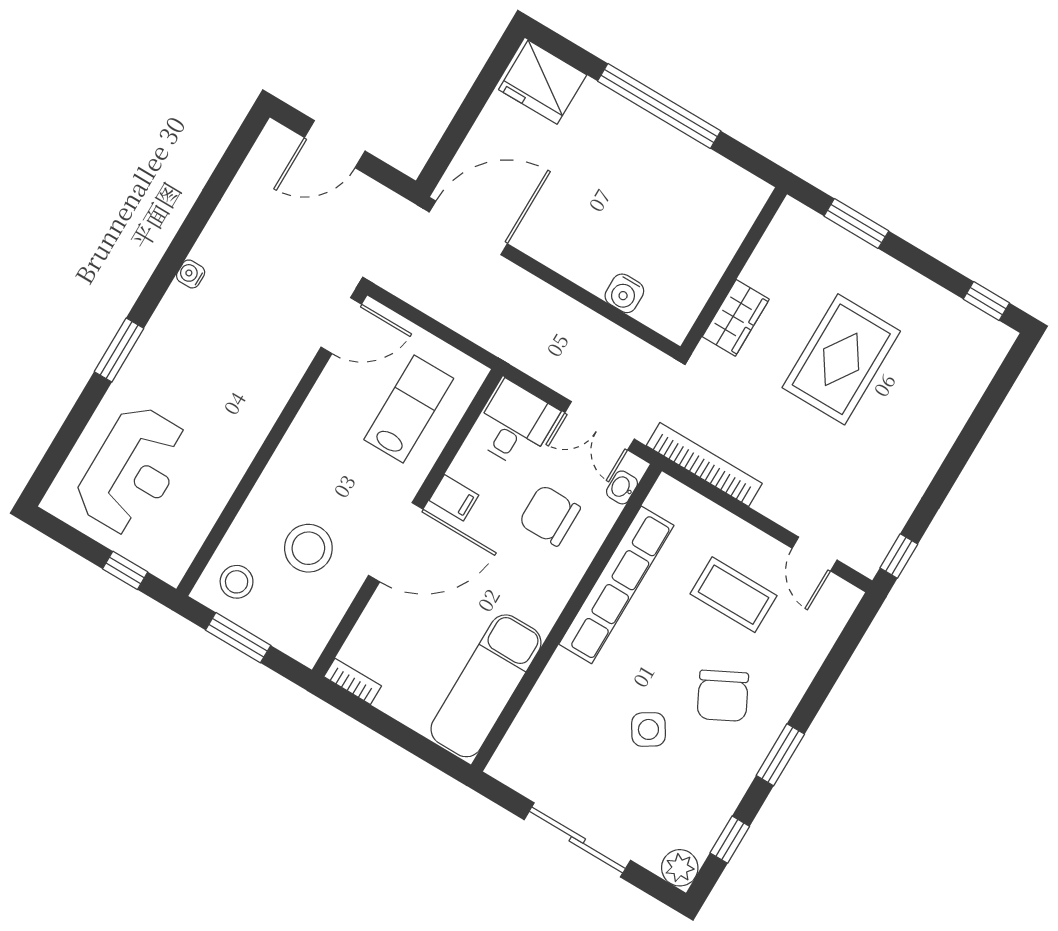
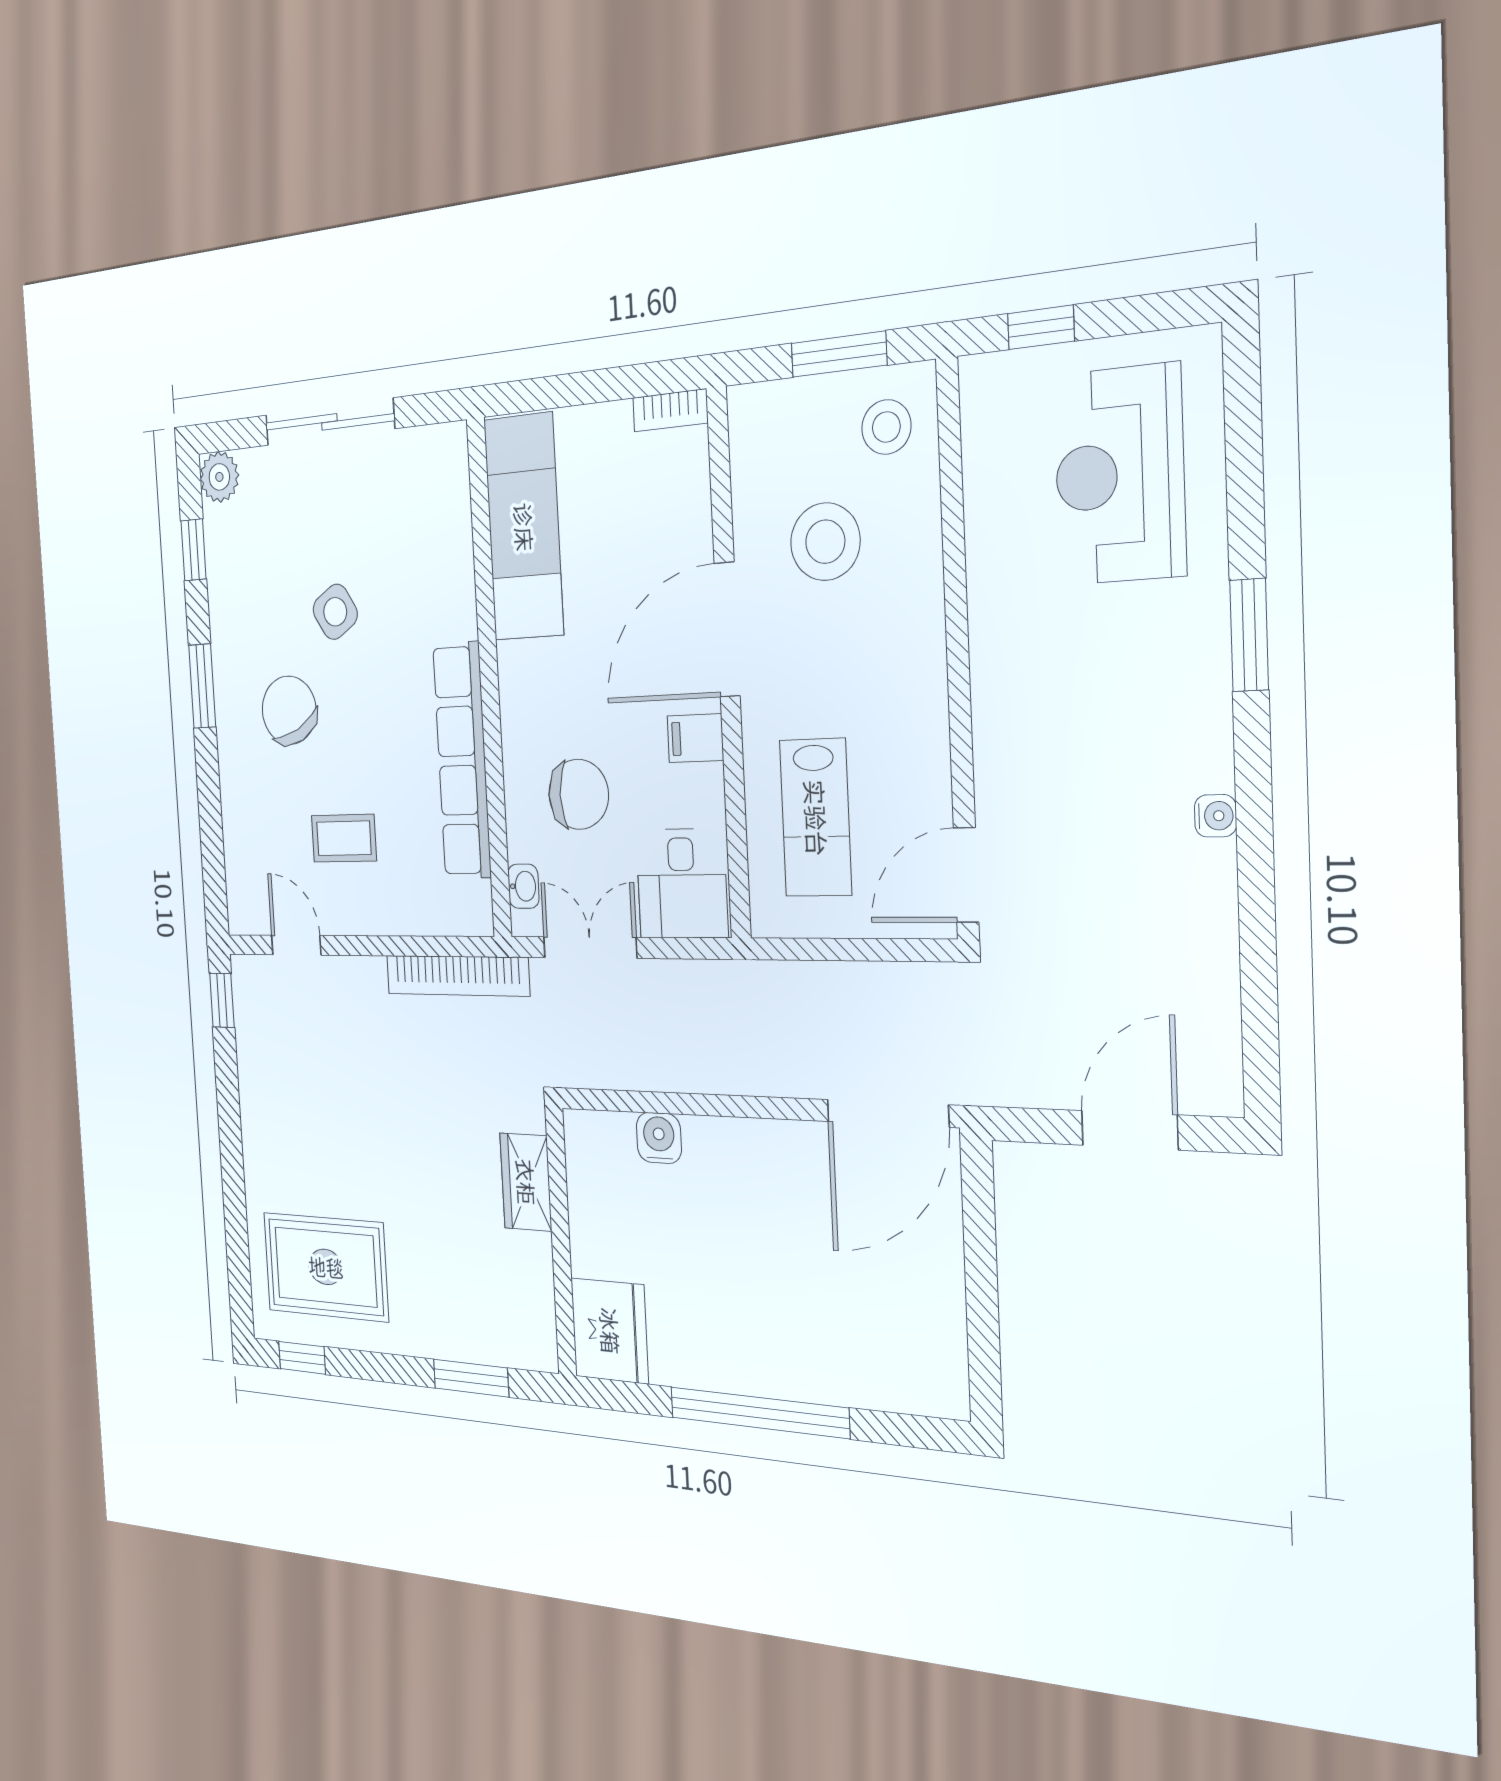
fridge: (543, 82) -> (610, 1331), moved, turned 90
rug: (841, 359) -> (326, 1267), moved, turned 90
coffee table: (734, 595) -> (344, 838), width x0.73, depth x0.77

